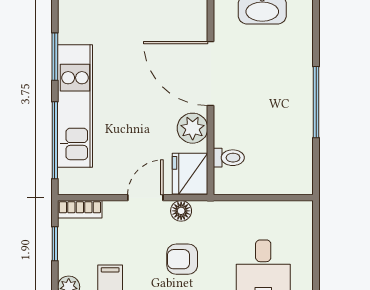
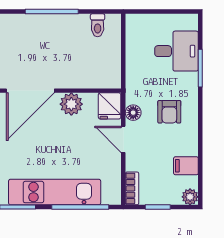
toilet: (229, 158) -> (98, 25), moved, turned 180
fridge: (190, 174) -> (110, 106), width x0.72

